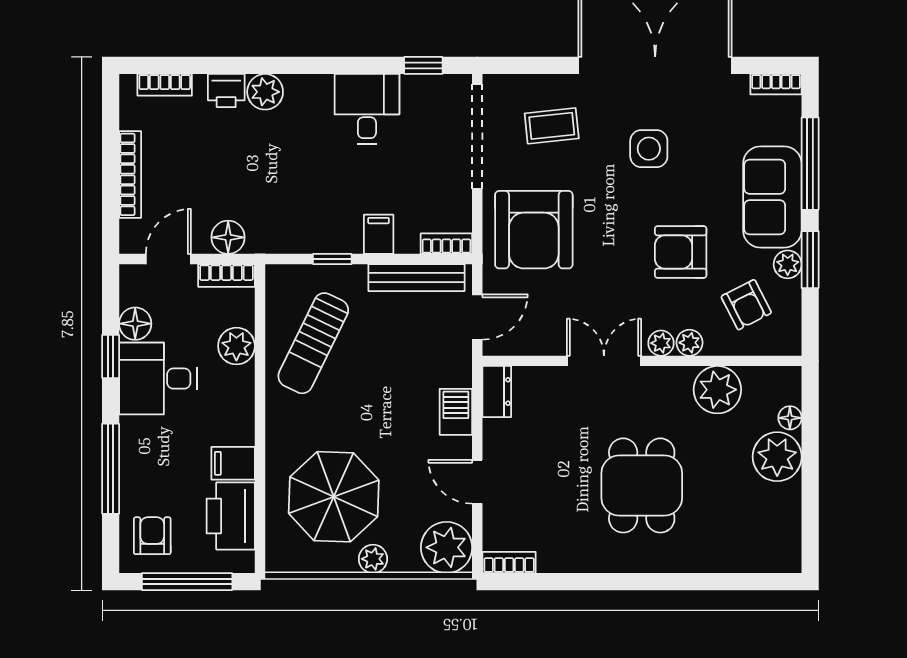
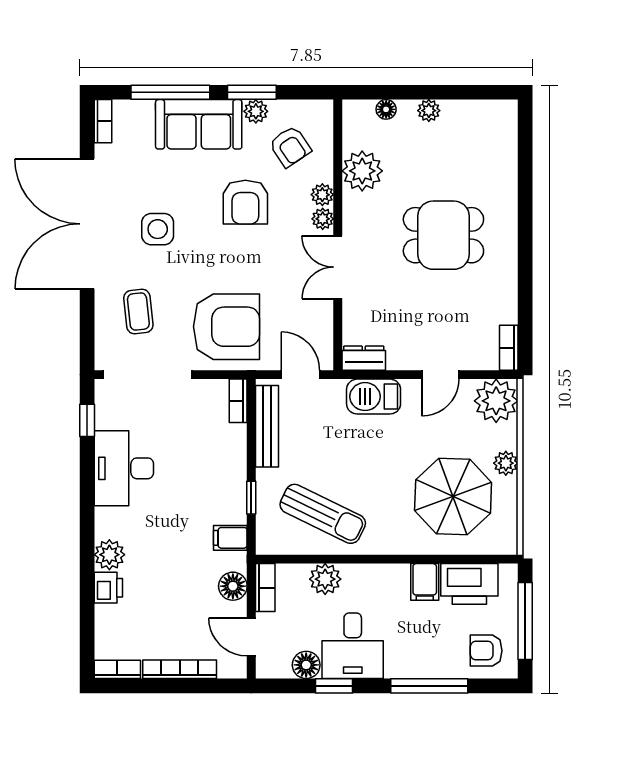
bookcase: (165, 85) -> (117, 669), moved, turned -90
desk: (367, 109) -> (124, 468), width x1.37
filing cabinet: (379, 234) -> (230, 538), moved
armchair: (746, 305) -> (290, 146), turned 83
barbecue: (456, 412) -> (374, 397), width x1.38, depth x1.27
plant: (777, 457) -> (429, 111), width x0.53, depth x0.53

